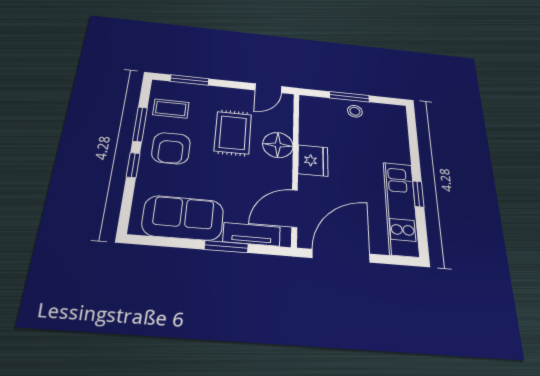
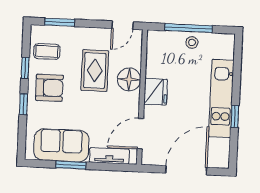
window: (349, 97) -> (189, 28), width x1.44
window: (140, 124) -> (25, 68), width x0.67
armchair: (171, 148) -> (49, 88), turned -90
kitchen unit: (401, 208) -> (221, 98), moved
window: (226, 247) -> (71, 165), moved
door: (341, 256) -> (186, 170), moved

